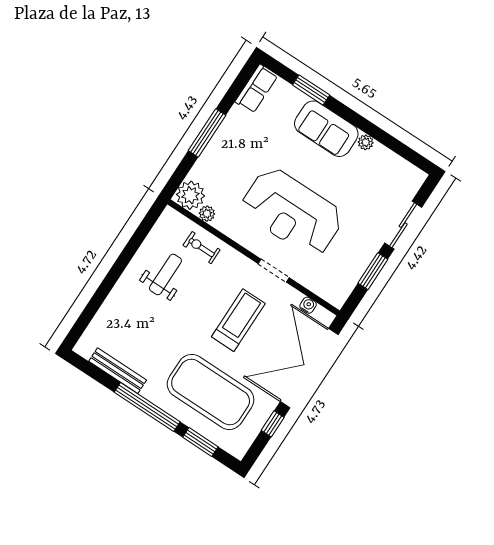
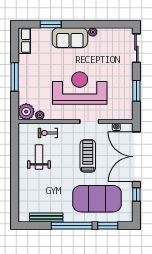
reception desk: (292, 212) -> (80, 88), turned 180
sliding door: (403, 225) -> (136, 48), moved

